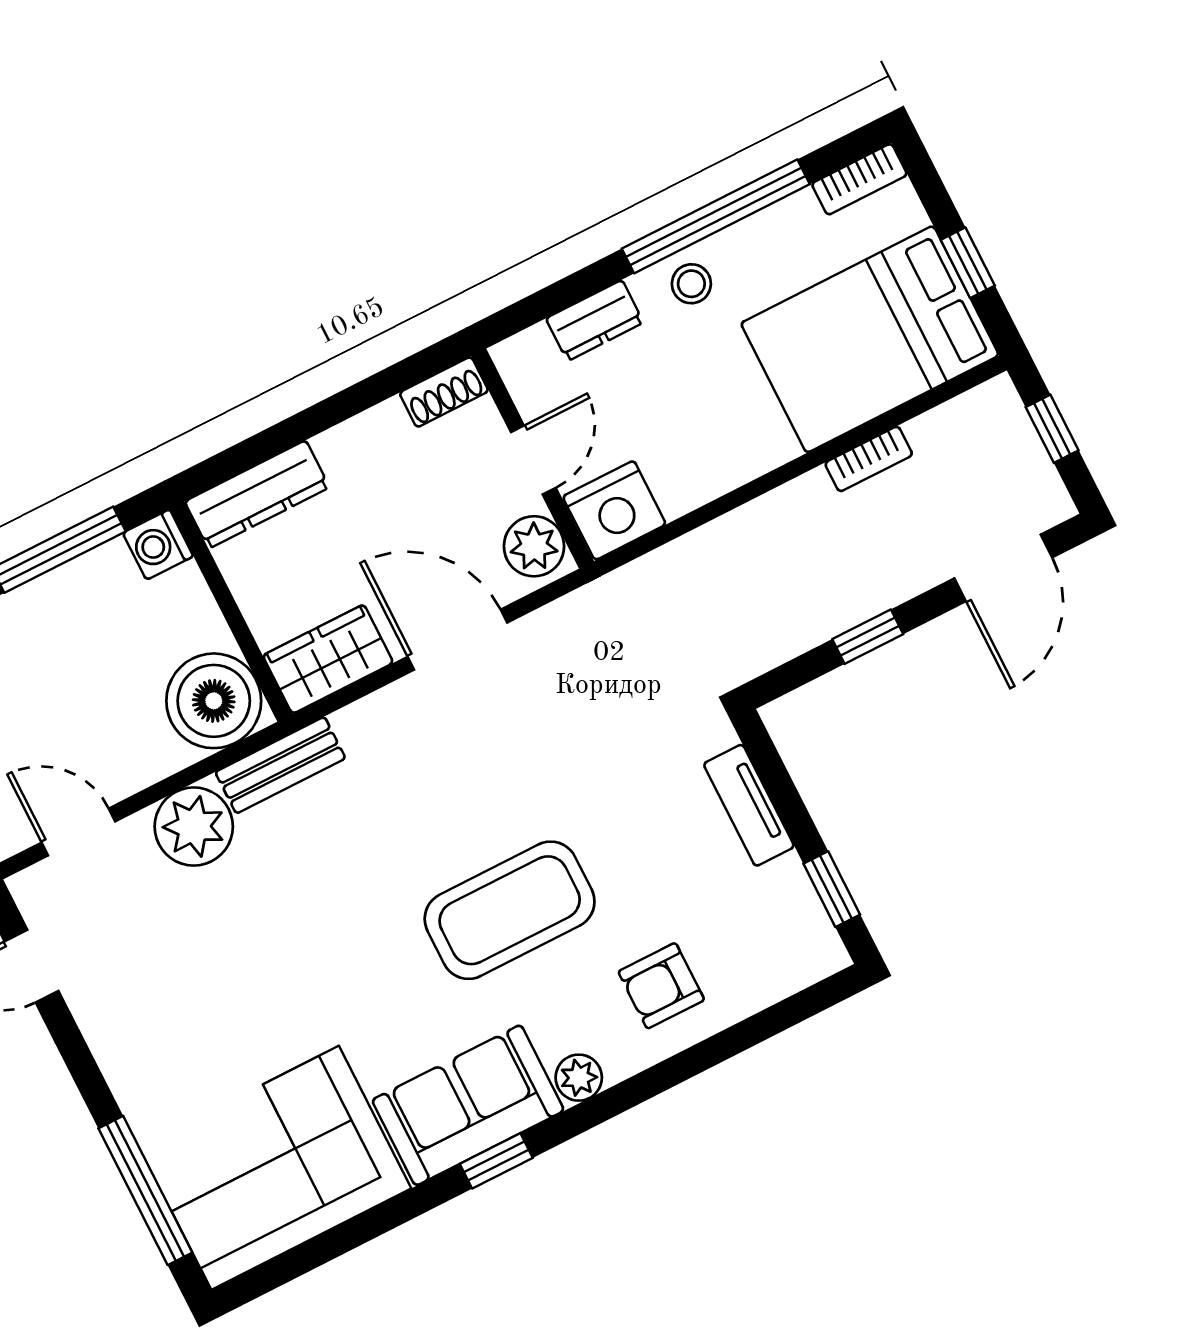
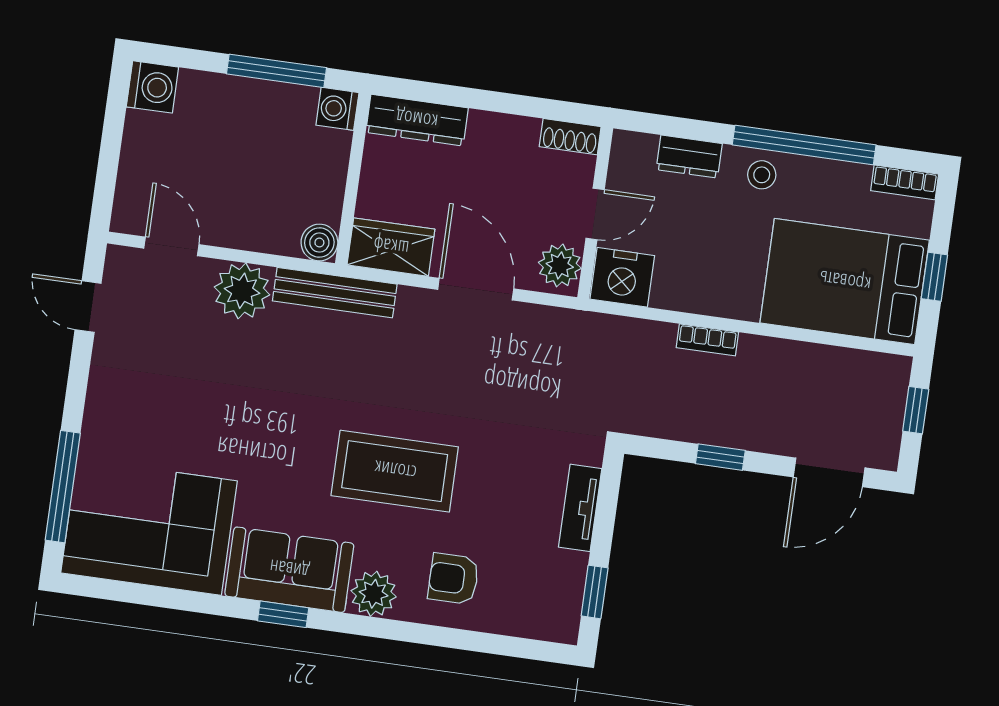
bookcase: (869, 459) -> (707, 340), moved
boiler: (214, 701) -> (319, 243), width x0.54, depth x0.54
bench: (280, 765) -> (335, 293), width x1.36
plant: (579, 1078) -> (374, 594), width x1.38, depth x1.38

